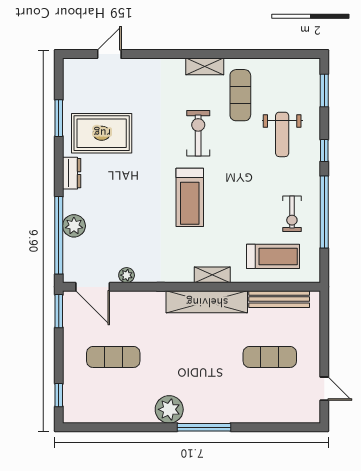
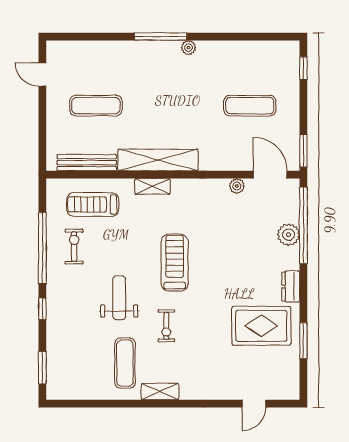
exercise bike: (198, 133) -> (166, 326), width x0.73, depth x0.72
weight bench: (282, 134) -> (119, 298), moved
plant: (169, 409) -> (189, 48), width x0.53, depth x0.53

